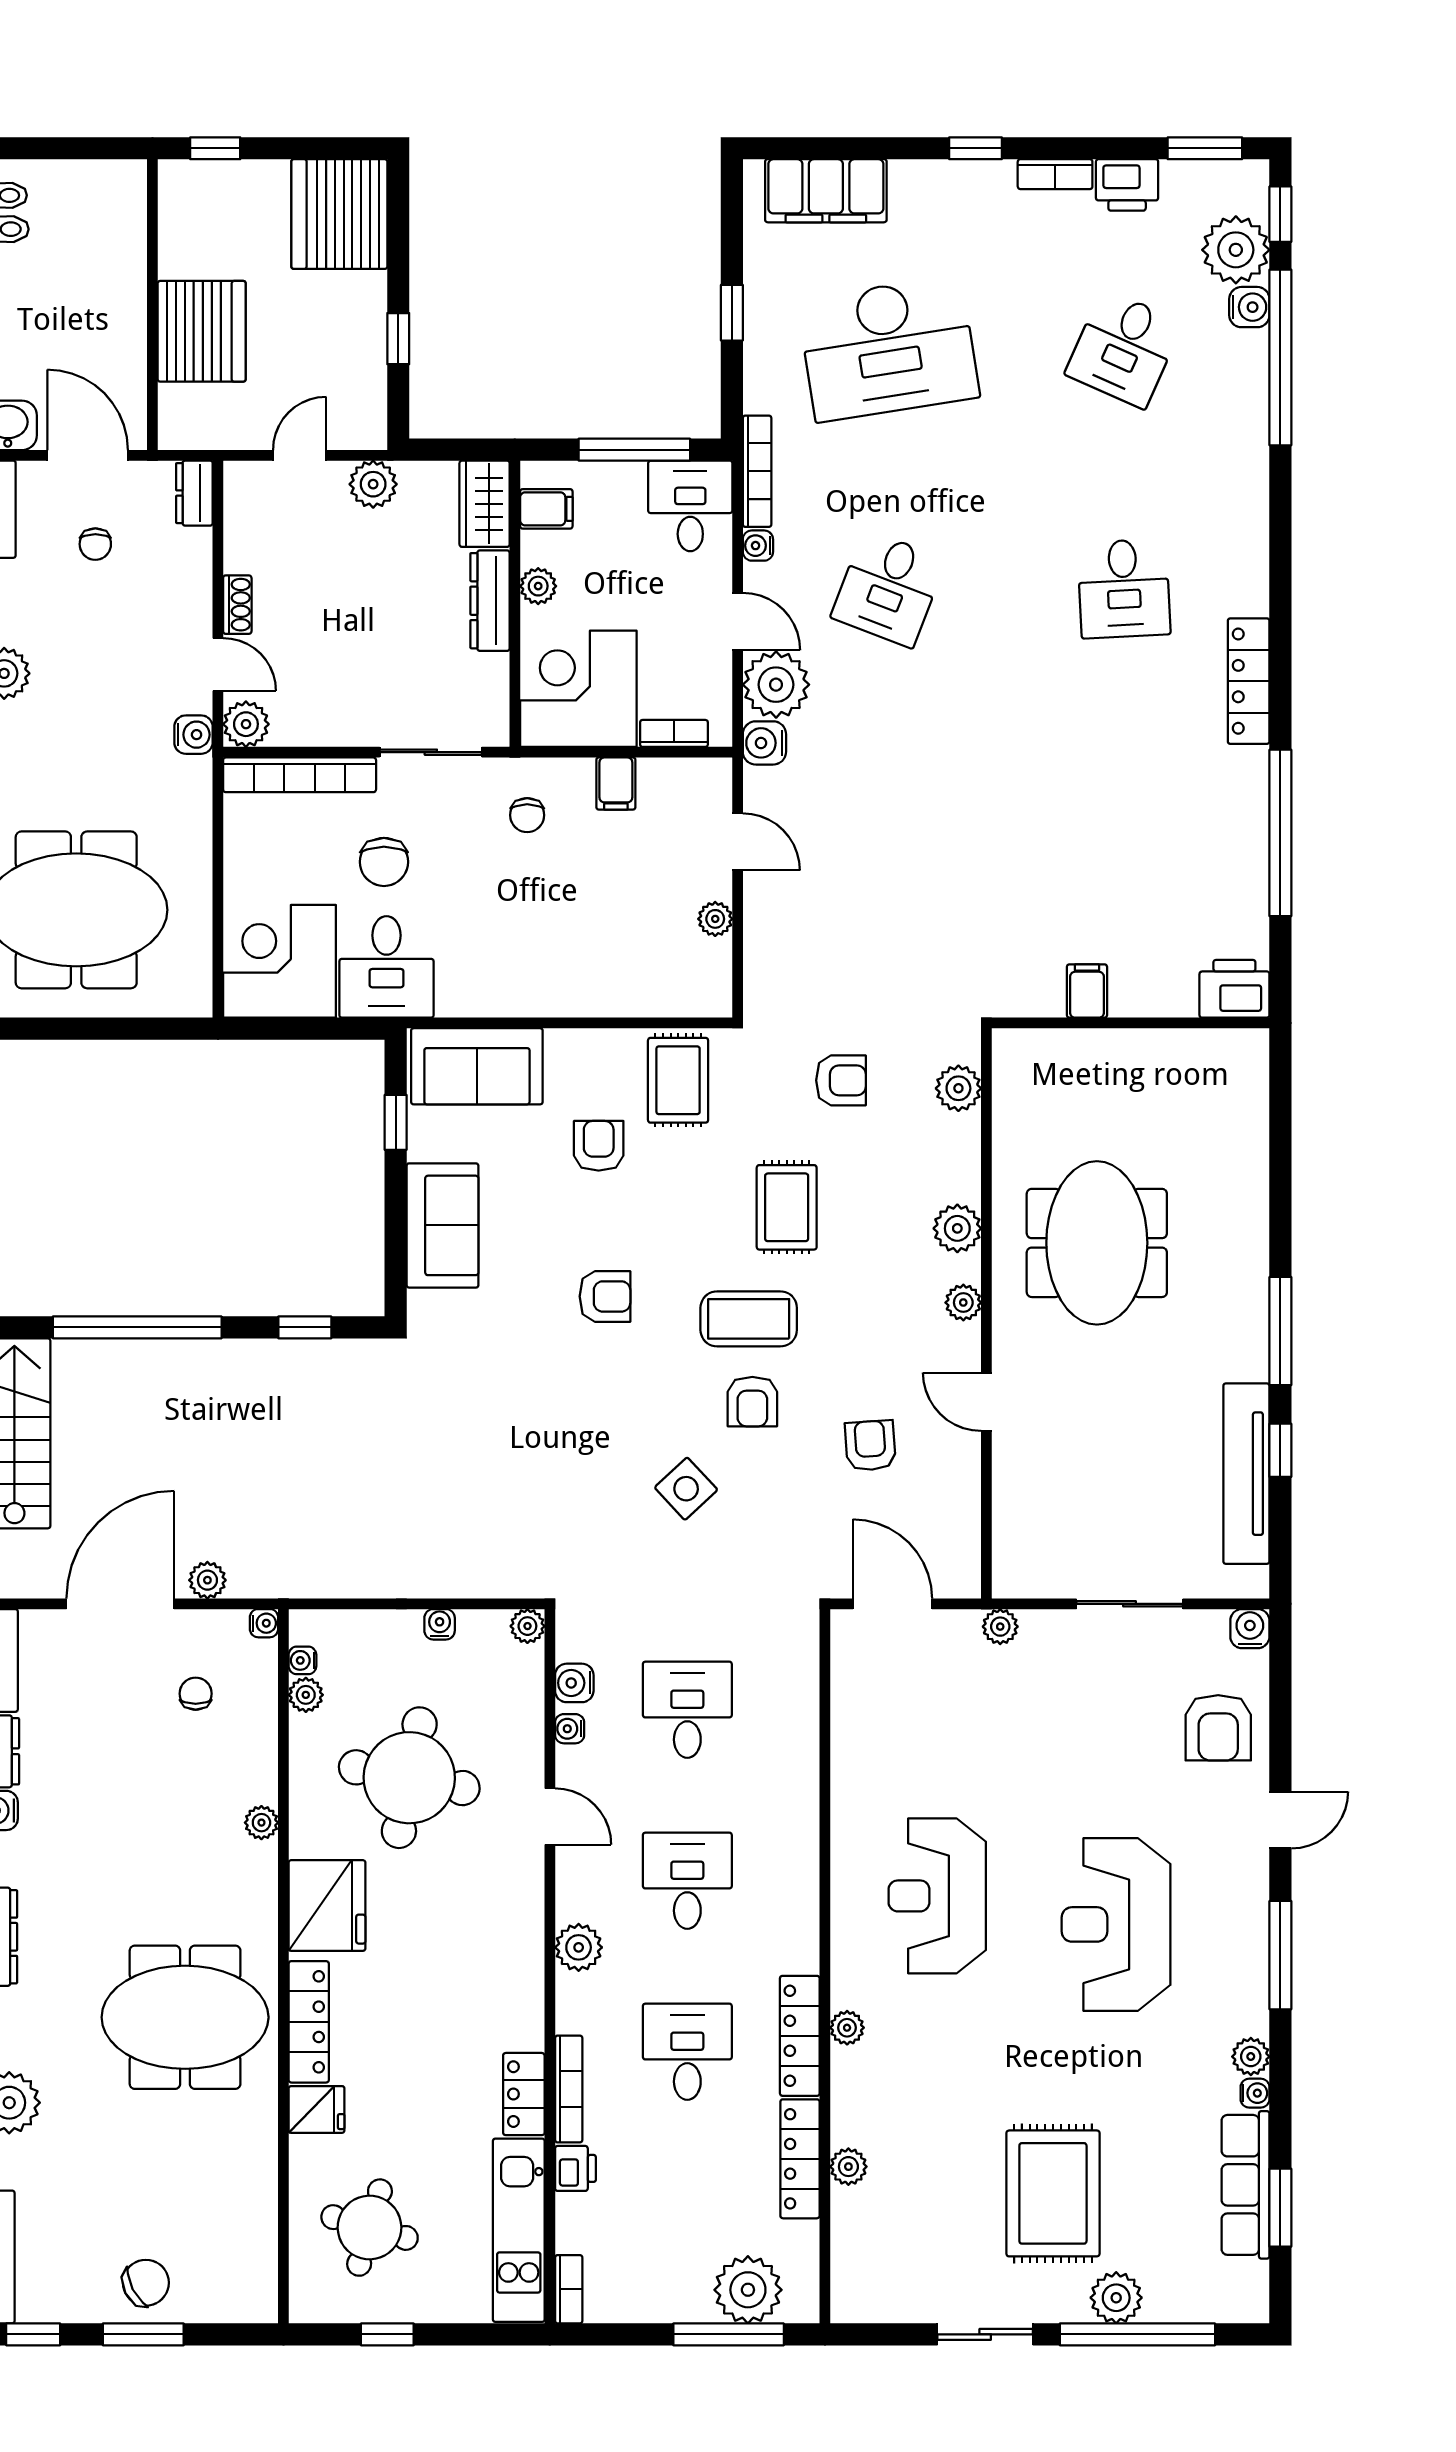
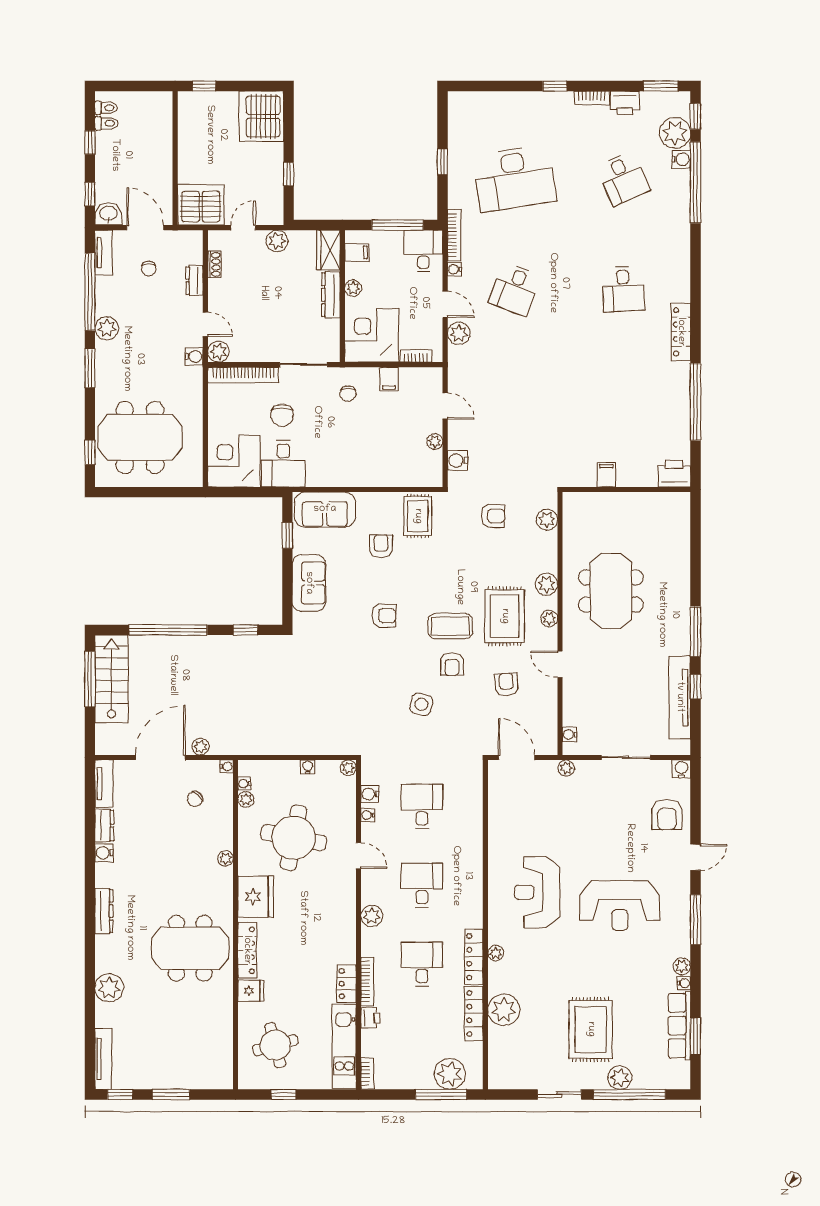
filing cabinet: (826, 191) -> (486, 106), removed
server rack: (202, 331) -> (201, 205), moved, turned -90
desk: (1124, 349) -> (623, 178), turned -48
dresser: (194, 493) -> (194, 281), moved
shoe rack: (237, 605) -> (214, 265), moved
plant: (776, 685) -> (459, 333), width x0.73, depth x0.73
water cooler: (764, 743) -> (457, 460), moved
rug: (787, 1207) -> (505, 616), moved, width x1.36, depth x1.43
side table: (686, 1489) -> (421, 704), turned -32
water cooler: (1007, 1554) -> (570, 734), added
chair: (196, 1694) -> (195, 799), turned -135
reception desk: (1116, 1924) -> (620, 905), turned -90
plant: (848, 2167) -> (504, 1010), width x1.88, depth x1.88
round table: (370, 2228) -> (275, 1045), turned -31
chair: (146, 2283) -> (172, 1071), removed

